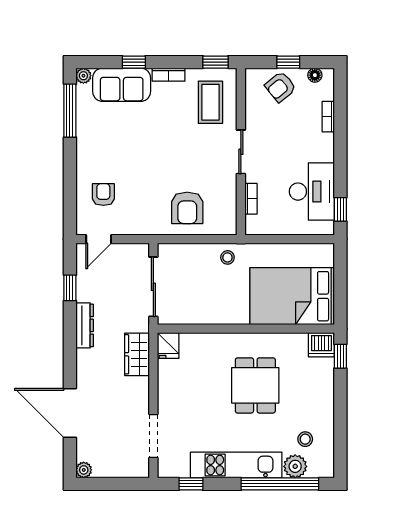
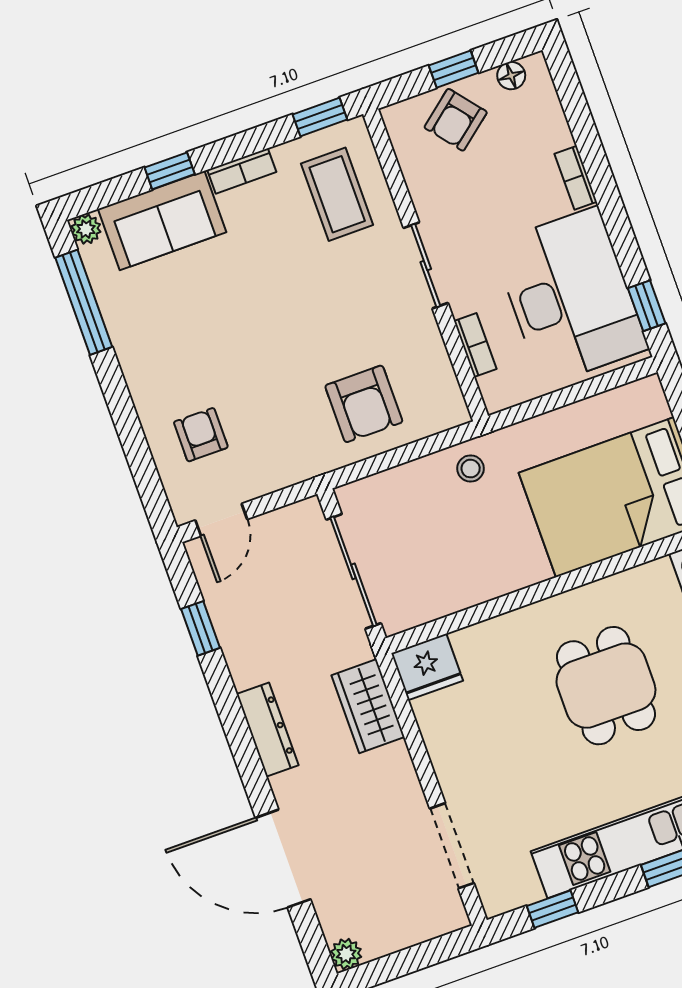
bookcase: (328, 117) -> (576, 178), moved
desk: (312, 192) -> (570, 296), width x1.36, depth x1.30
dresser: (85, 325) -> (268, 730), moved
fridge: (168, 346) -> (427, 667), width x1.38

